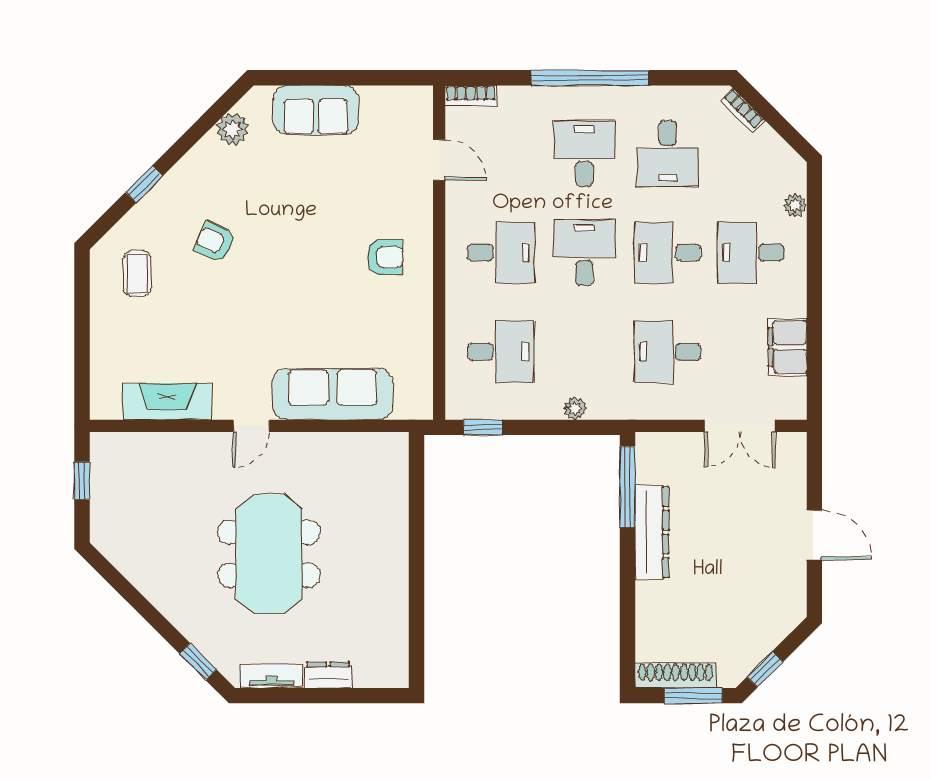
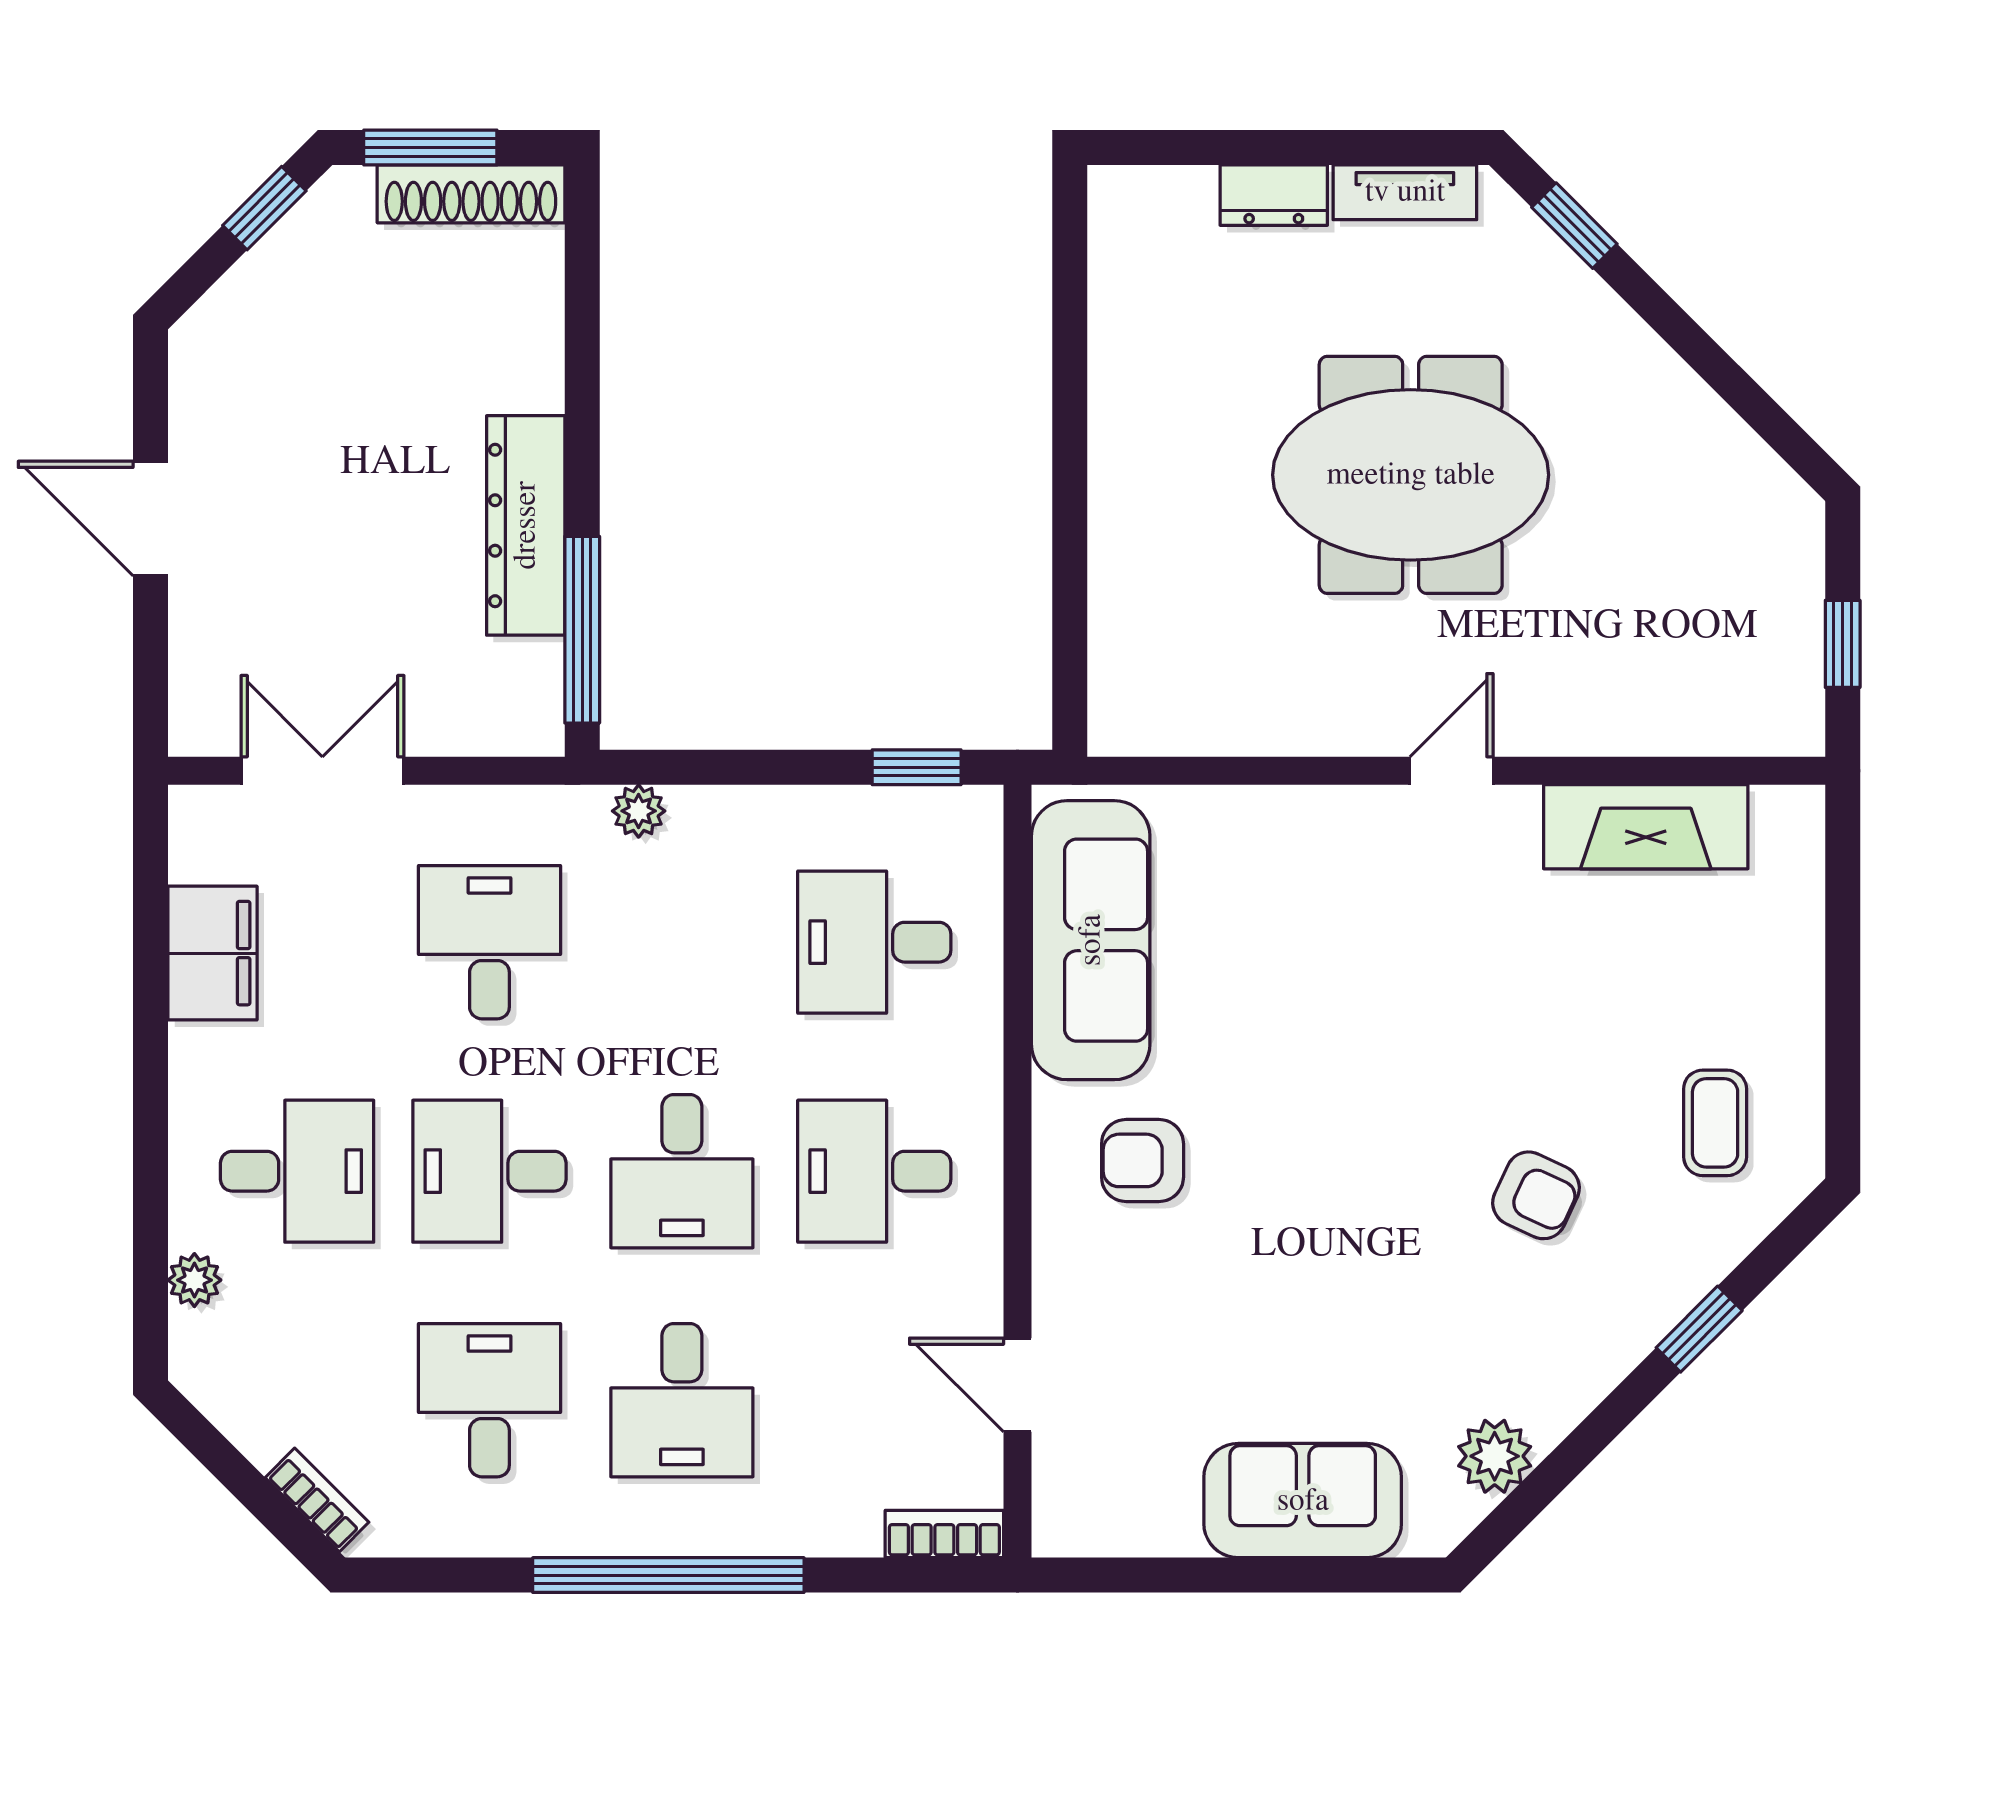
desk: (668, 253) -> (489, 1171), turned 180
desk: (668, 352) -> (489, 942), turned -90
sofa: (333, 394) -> (1091, 940), moved, turned -90
plant: (575, 408) -> (639, 811), moved
meeting table: (269, 554) -> (1411, 475), turned 90

